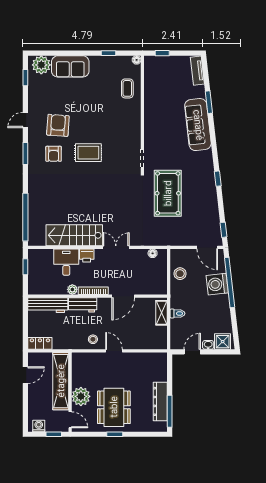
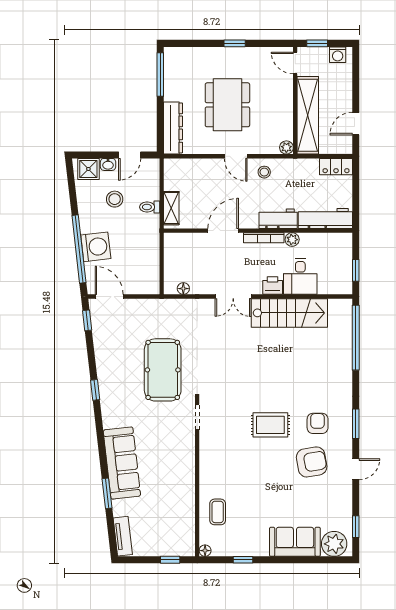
armchair: (58, 125) -> (312, 462), turned -104
stool: (180, 274) -> (115, 199), moved
plant: (81, 396) -> (286, 147), moved, width x0.53, depth x0.53
dresser: (160, 401) -> (173, 128), moved
dining table: (114, 407) -> (227, 105), moved

